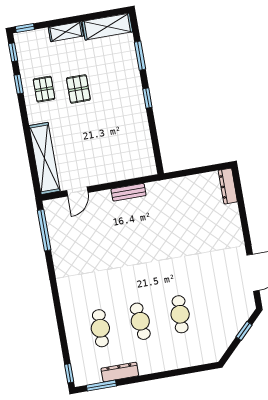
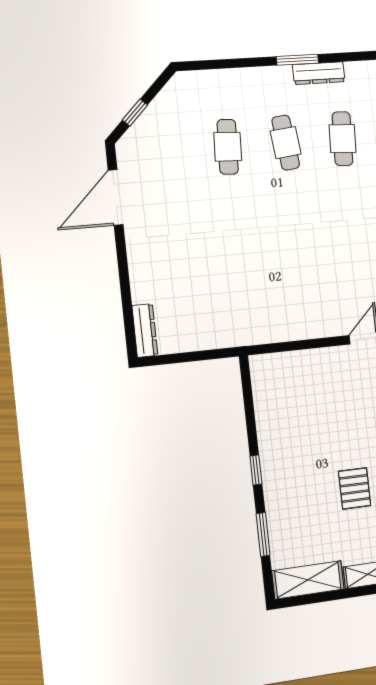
bench: (129, 192) -> (291, 332), removed
window: (101, 386) -> (298, 60), moved

